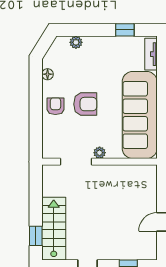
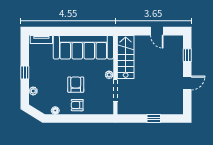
window: (125, 30) -> (25, 73), moved
stairs: (54, 229) -> (126, 57), moved, turned 90
window: (36, 236) -> (154, 119), moved

